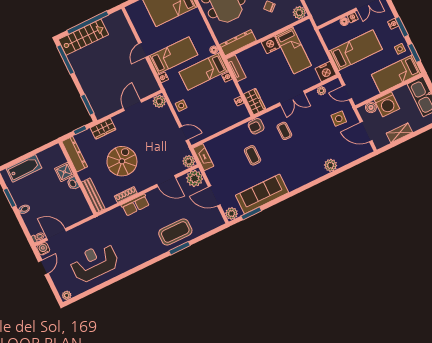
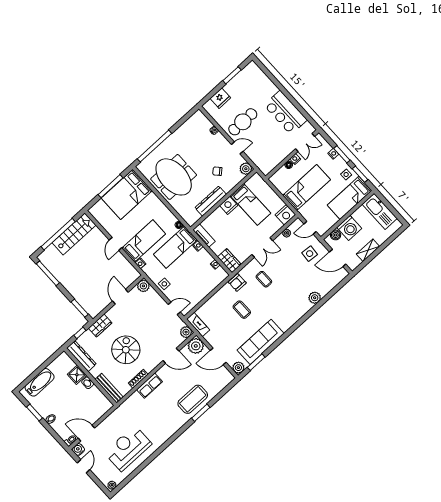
stairs: (83, 37) -> (74, 234), moved
dresser: (238, 43) -> (211, 201), moved

